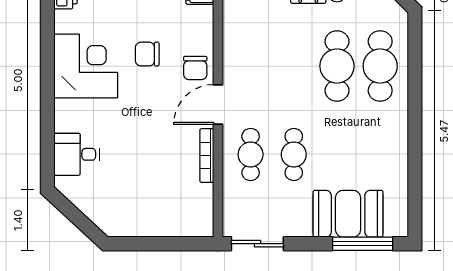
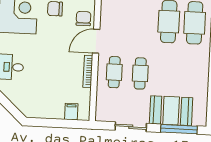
chair: (195, 68) -> (83, 19), turned 180
filing cabinet: (182, 223) -> (71, 112), added
sliding door: (257, 244) -> (131, 127), moved

